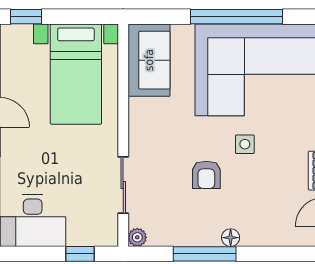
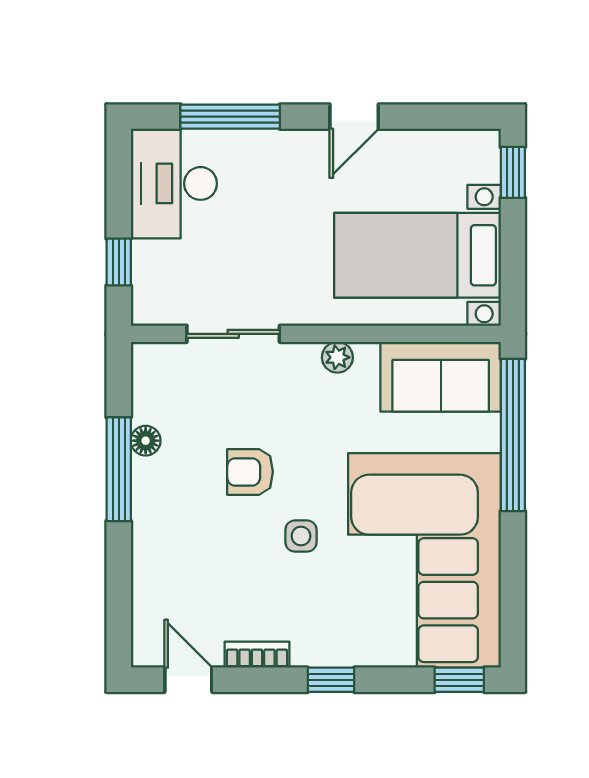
window: (237, 17) -> (513, 435), moved
plant: (137, 237) -> (337, 357), moved
floor lamp: (231, 238) -> (146, 441), moved

